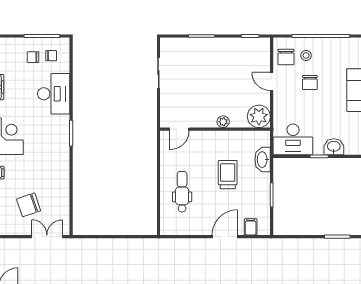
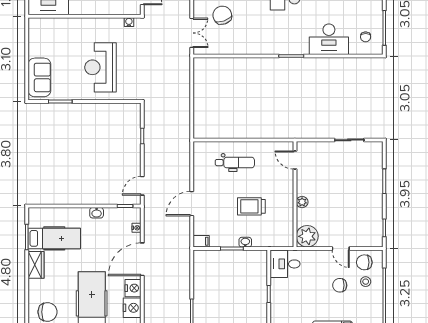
chair: (33, 57) -> (364, 19), removed
door: (272, 81) -> (341, 249), swing flipped
desk: (293, 139) -> (285, 264), width x0.73
washbasin: (334, 147) -> (278, 308), removed
washbasin: (263, 160) -> (245, 242), moved, width x0.52, depth x0.69
trolley: (228, 175) -> (251, 206), turned 180
filing cabinet: (251, 227) -> (201, 241), moved
door: (225, 237) -> (192, 204), swing flipped

